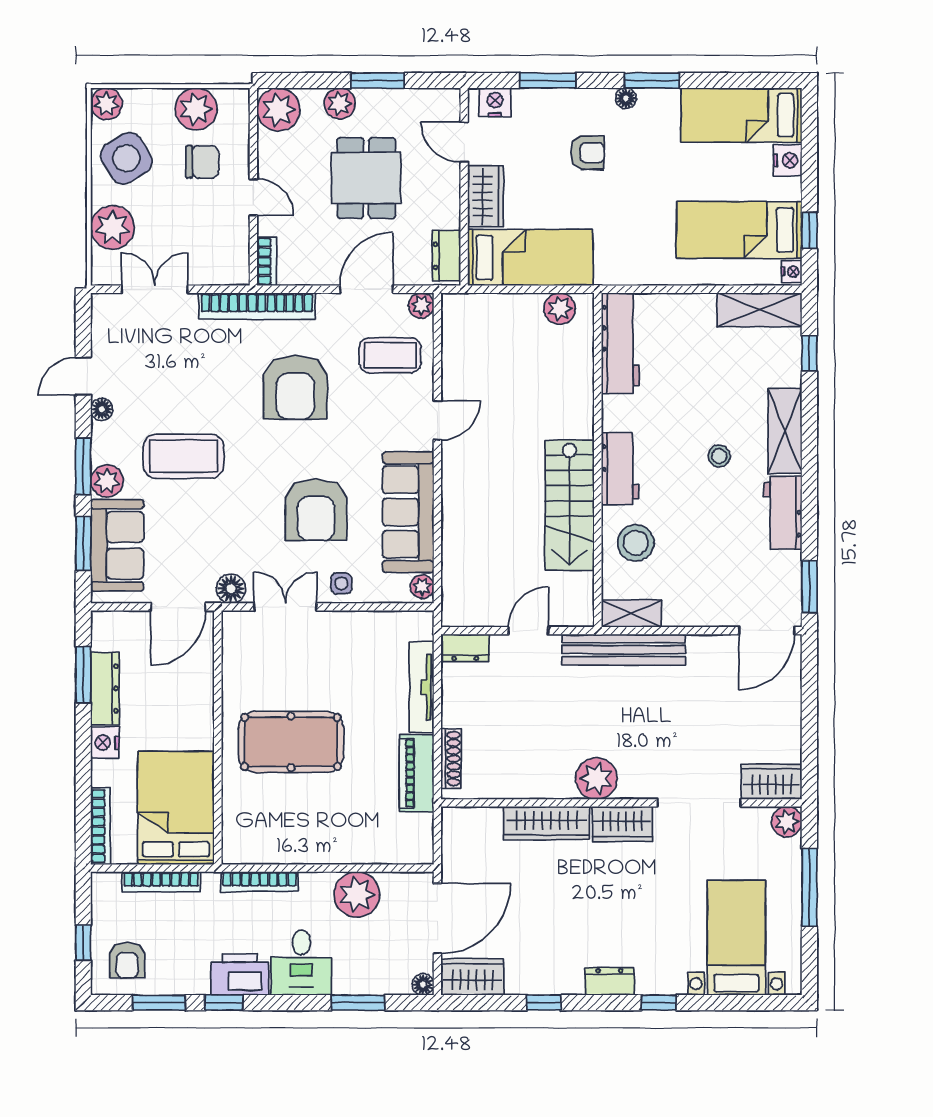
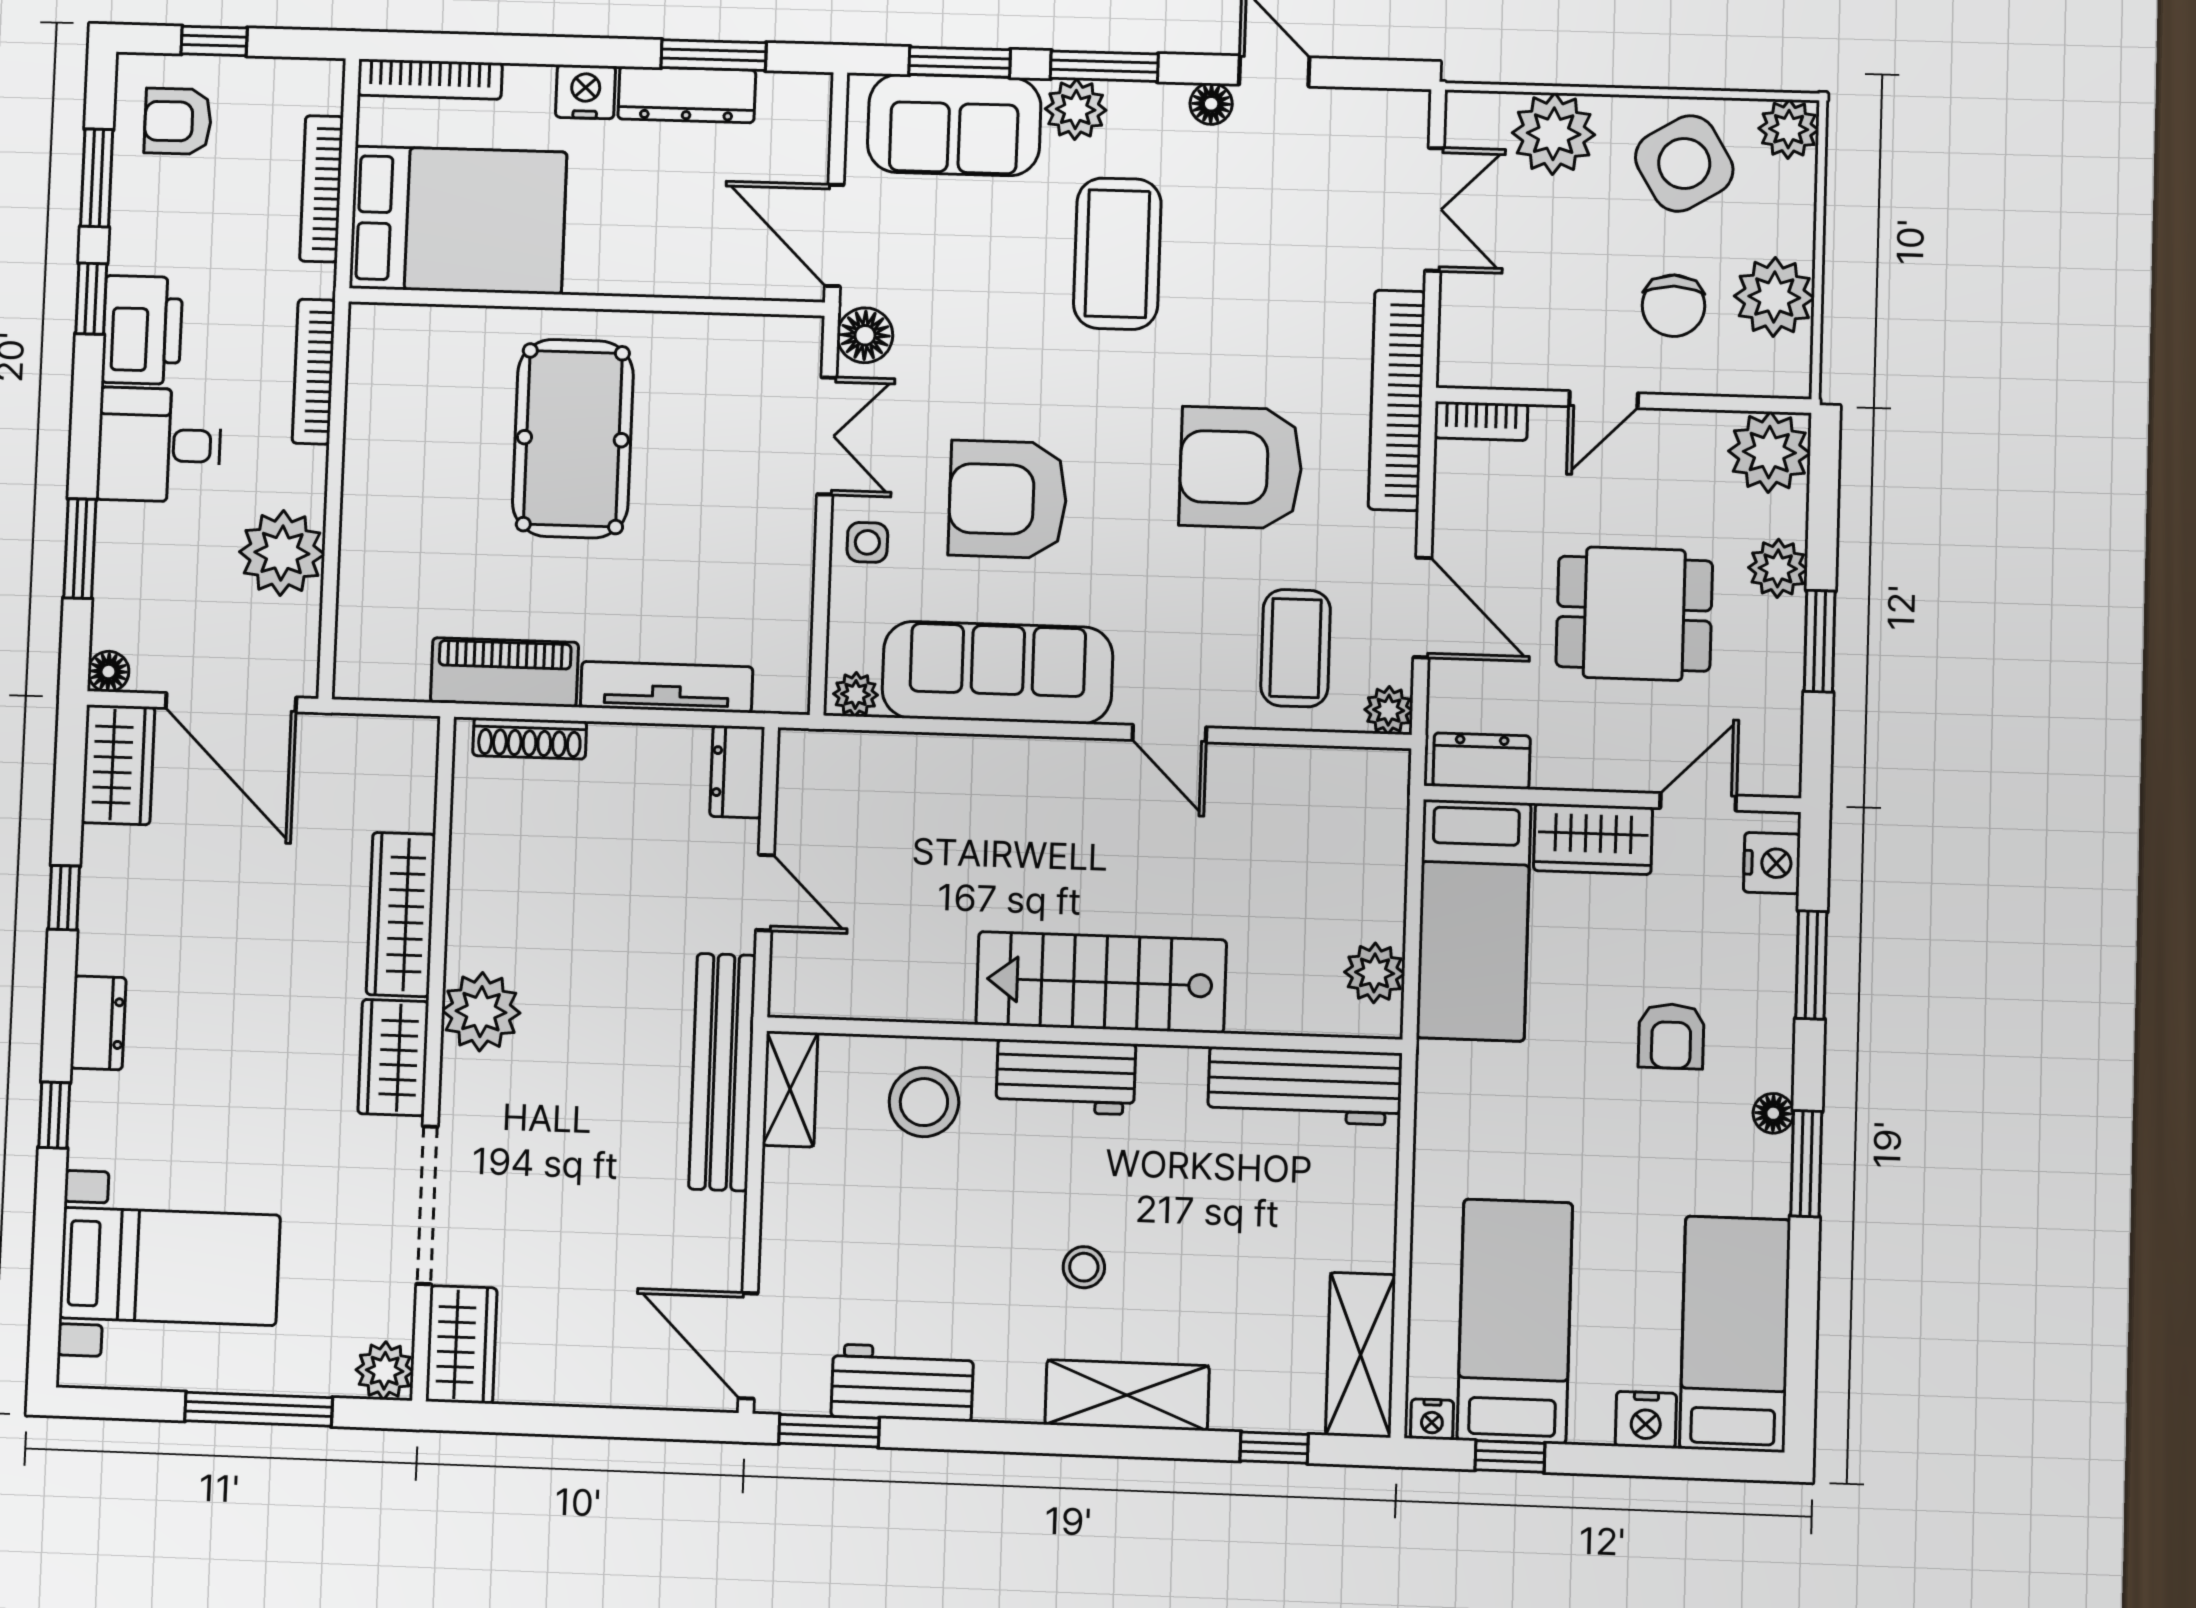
stairs: (570, 505) -> (1101, 982), moved
workbench: (783, 513) -> (902, 1383), moved

